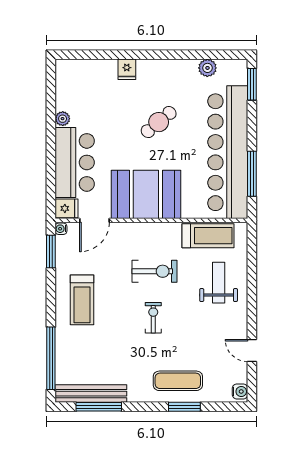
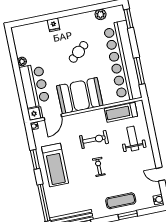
treadmill: (208, 236) -> (121, 112), turned 180
window: (51, 252) -> (35, 159), moved
treadmill: (82, 300) -> (55, 165), width x1.37, depth x1.38

